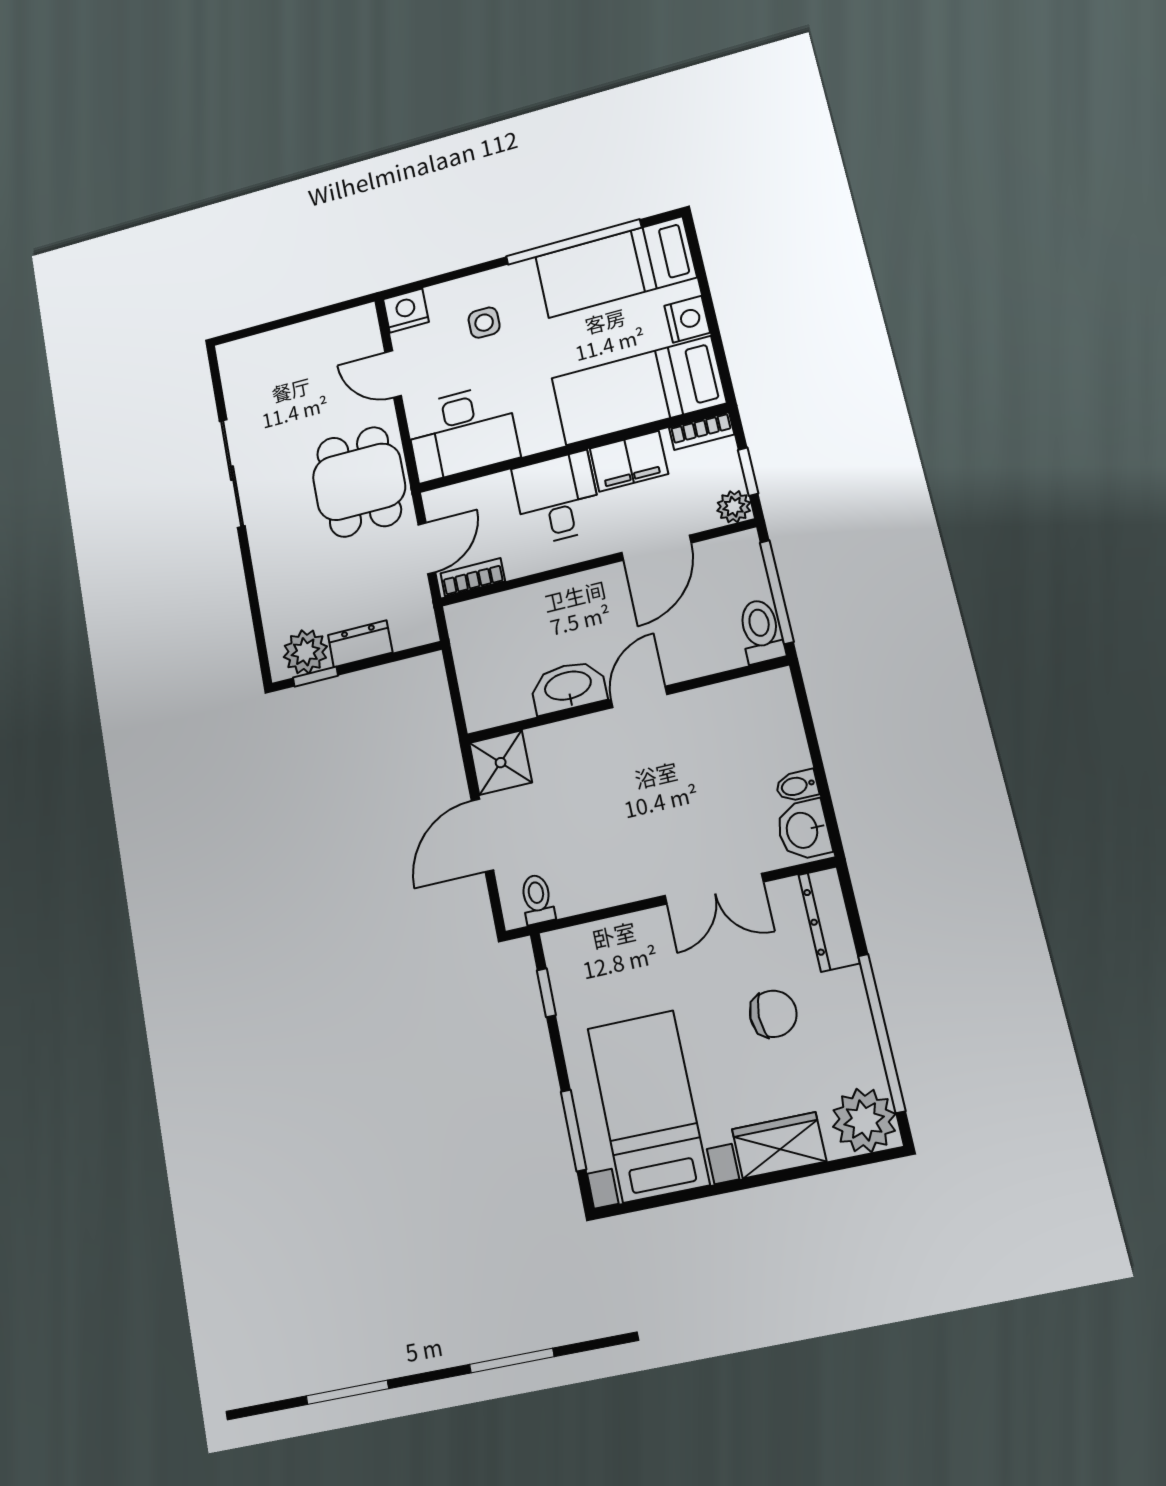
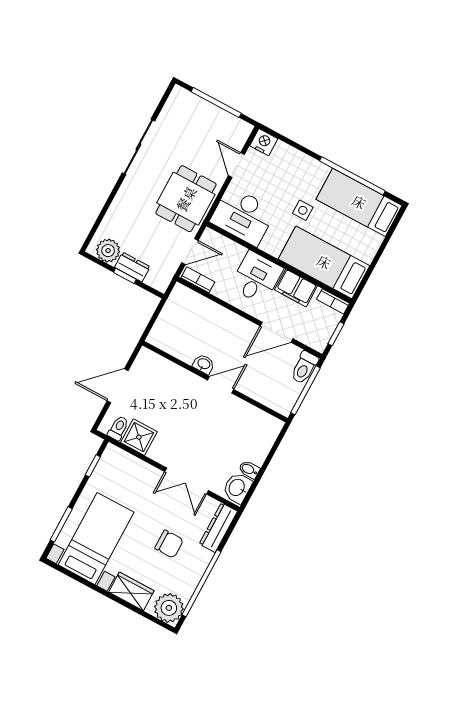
nightstand: (687, 319) -> (367, 250), removed
window: (293, 320) -> (216, 103), added
side table: (484, 323) -> (303, 210), moved
plant: (734, 507) -> (319, 343), removed
toilet: (761, 631) -> (304, 368), moved, turned 180
window: (315, 677) -> (125, 276), moved
washbasin: (568, 687) -> (204, 364), width x0.52, depth x0.69
shower: (501, 763) -> (139, 437), moved

